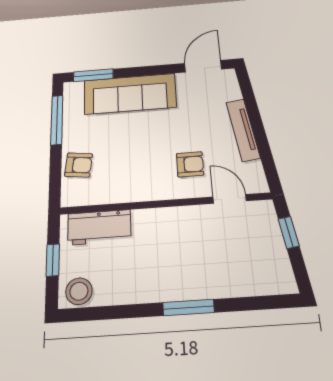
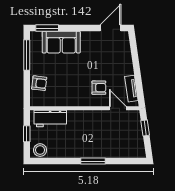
sofa: (130, 94) -> (61, 42), width x0.73
tv unit: (243, 130) -> (131, 89), moved, width x0.71

